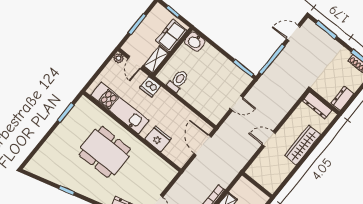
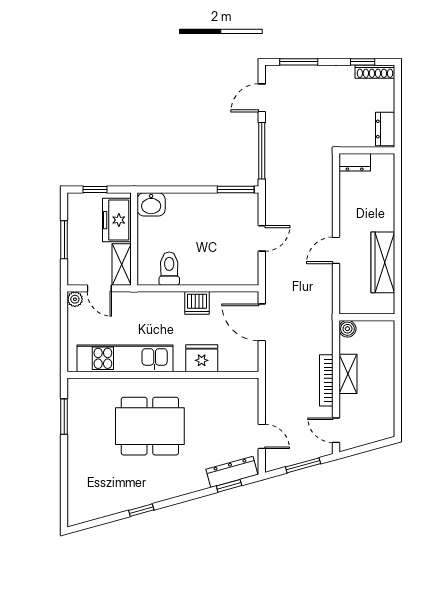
dishwasher: (150, 87) -> (197, 303), moved
dresser: (317, 105) -> (355, 162), width x0.70
wardrobe: (303, 145) -> (383, 262), moved
boiler: (243, 183) -> (347, 329), added

